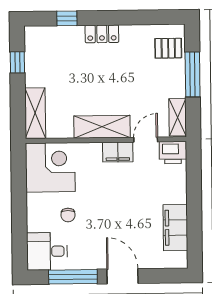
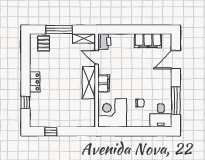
shelving: (35, 113) -> (80, 121), removed
filing cabinet: (118, 152) -> (104, 84), moved
door: (122, 276) -> (176, 60), moved

